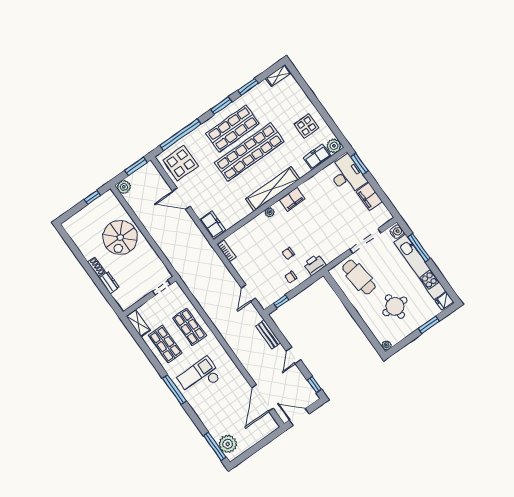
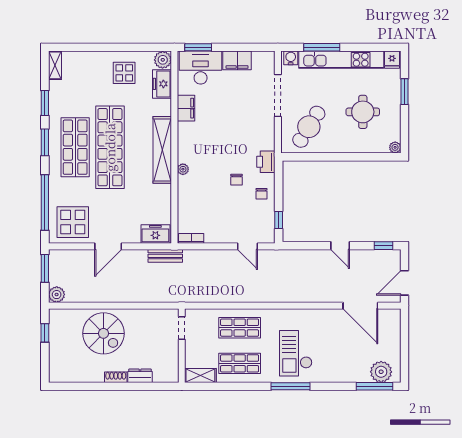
filing cabinet: (292, 199) -> (186, 108), moved
cafe table: (359, 277) -> (309, 127), turned -51
bench: (268, 335) -> (165, 256), moved

